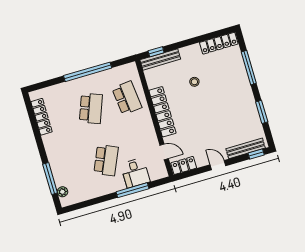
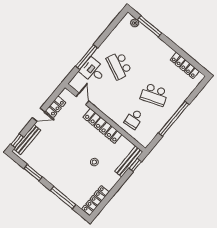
school desk: (127, 98) -> (134, 119), width x0.54
school desk: (91, 108) -> (154, 95), turned -42
door: (164, 152) -> (82, 99), swing flipped
locker: (184, 165) -> (56, 107), moved

